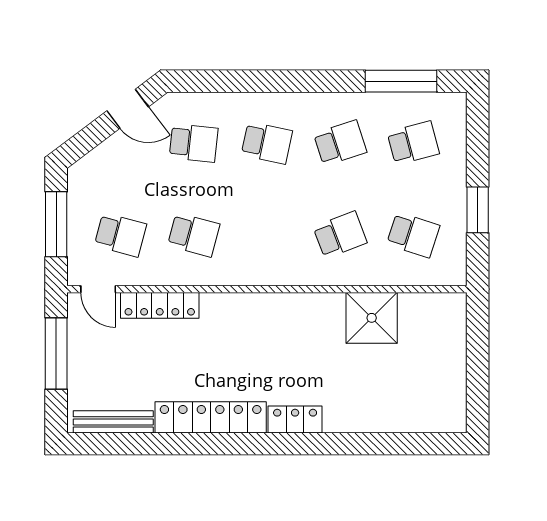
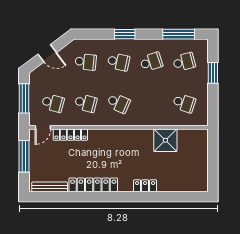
window: (281, 81) -> (125, 34), added
door: (128, 109) -> (47, 53), moved
window: (478, 210) -> (213, 73), moved
school desk: (340, 235) -> (118, 103), moved, turned 45
door: (98, 289) -> (43, 127), hinge flipped
locker: (295, 419) -> (145, 186), moved

